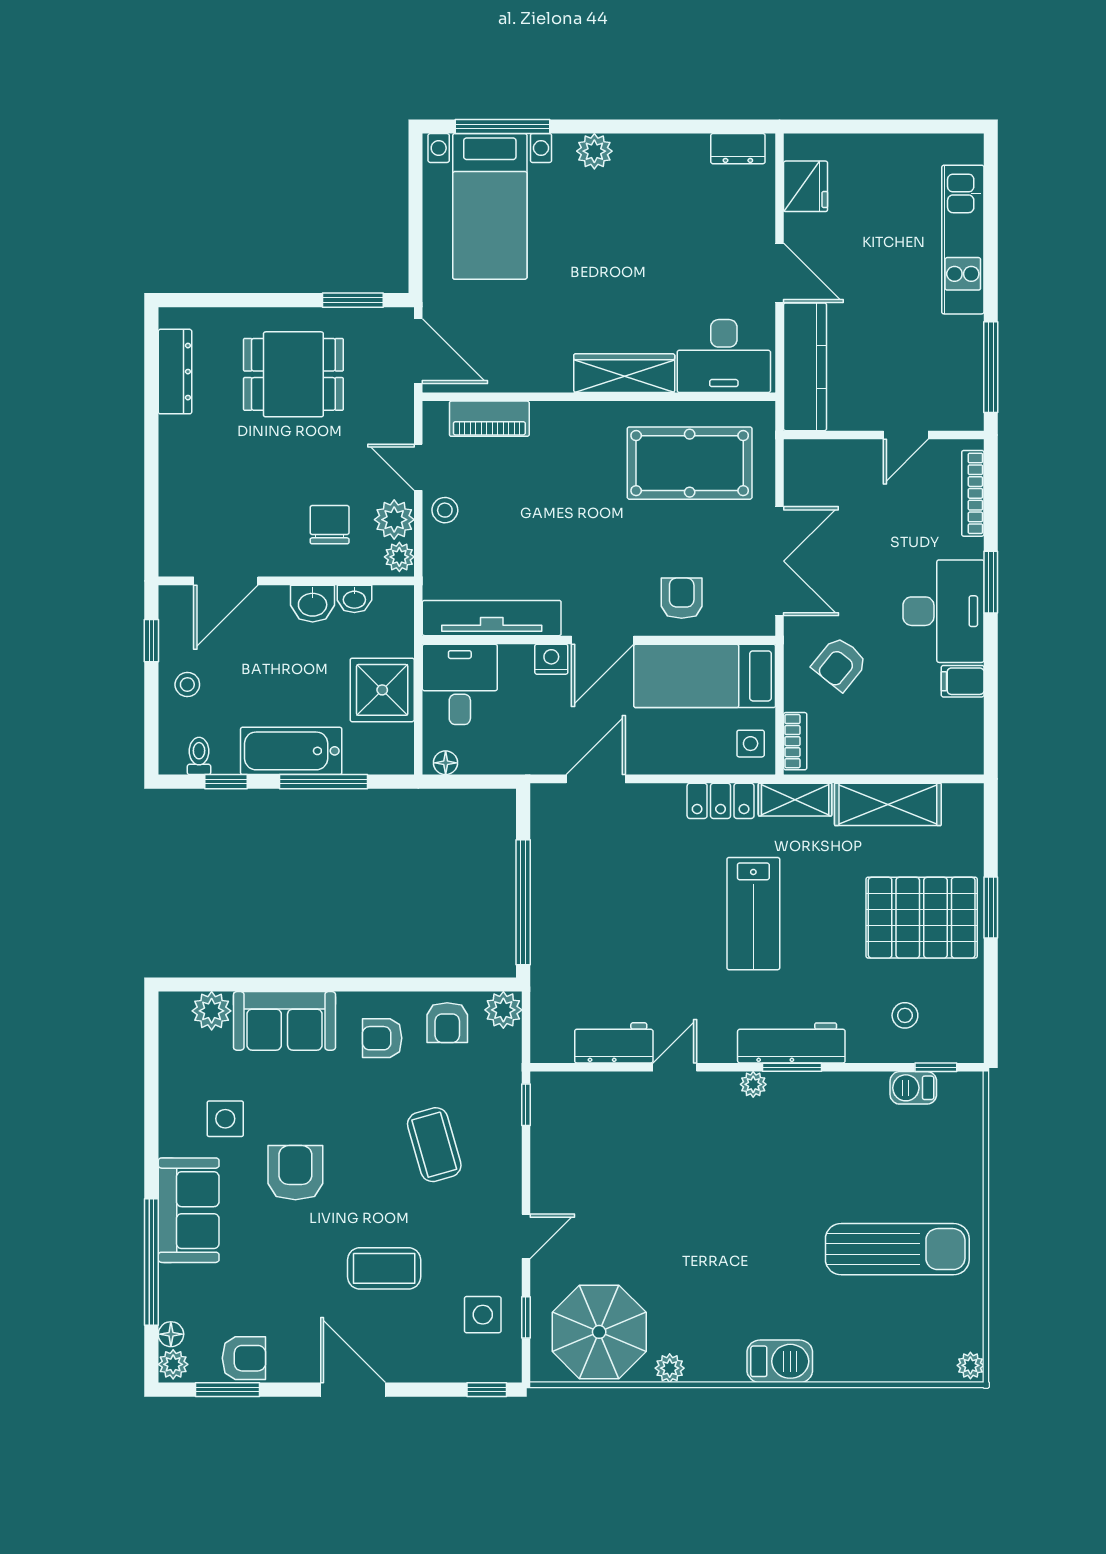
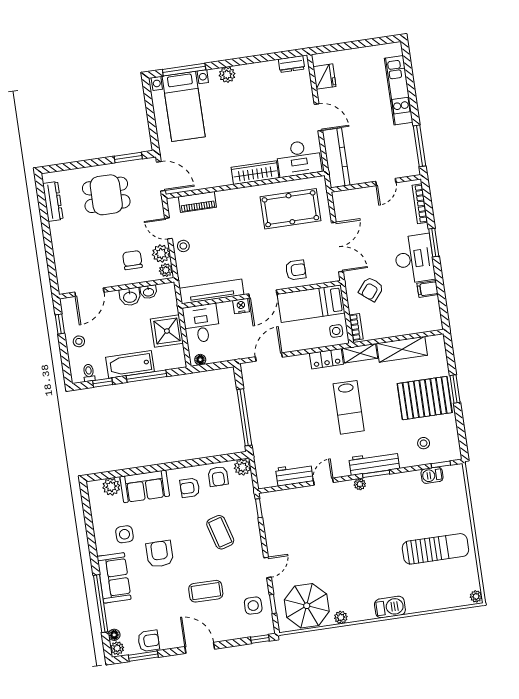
armchair: (682, 598) -> (296, 270), turned 90

